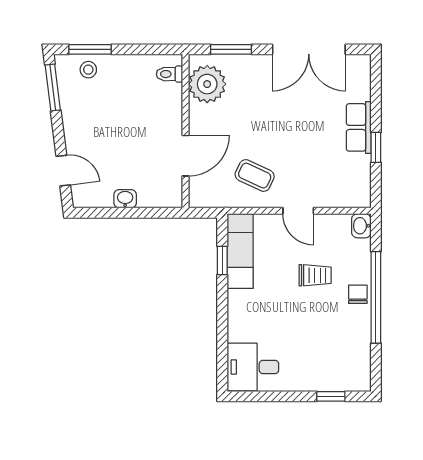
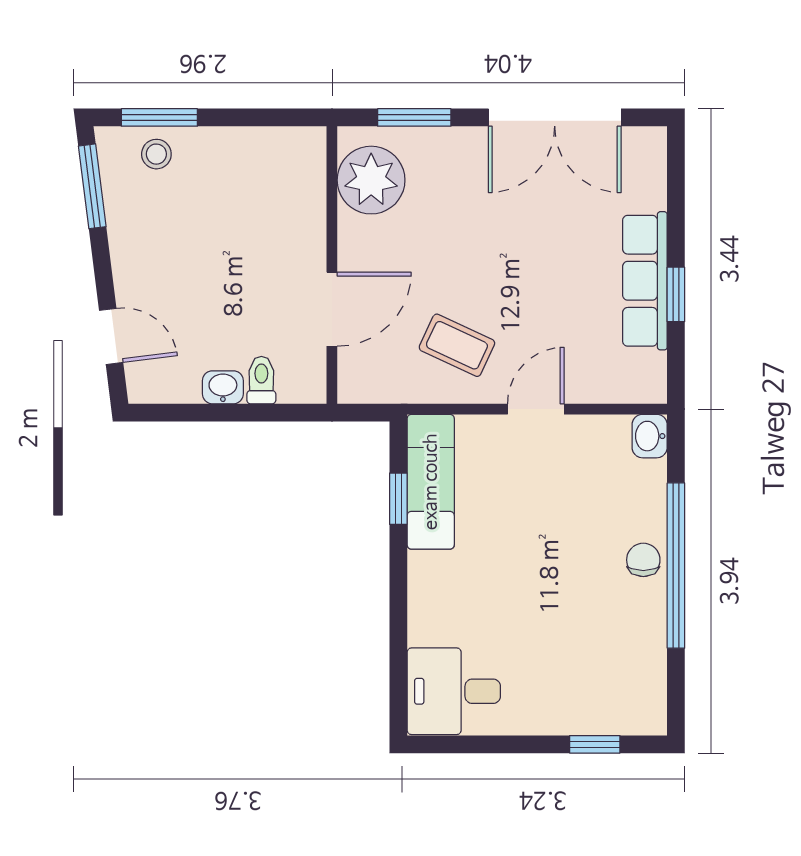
toilet: (169, 74) -> (261, 380), moved, turned 90
row of seats: (359, 127) -> (645, 281), width x1.48
door: (298, 211) -> (536, 409), swing flipped
trolley: (315, 275) -> (566, 525), removed

